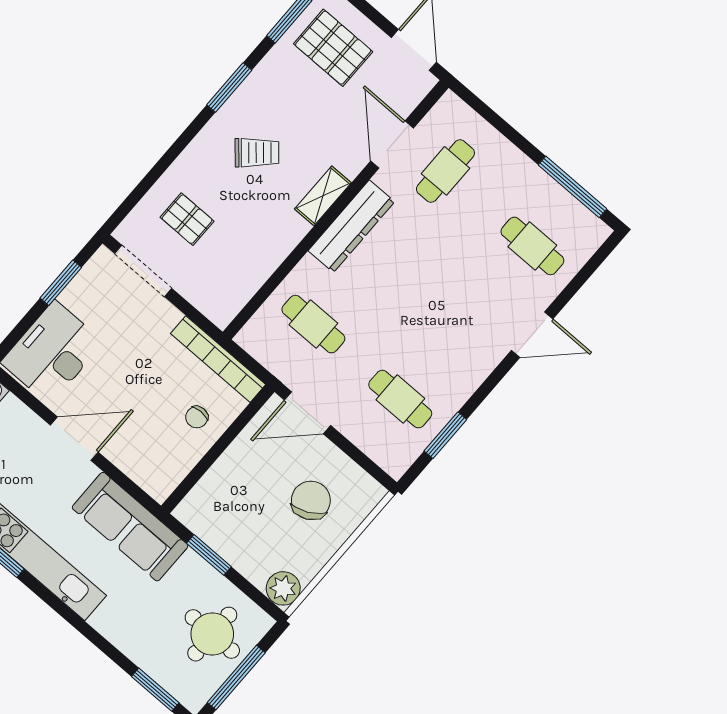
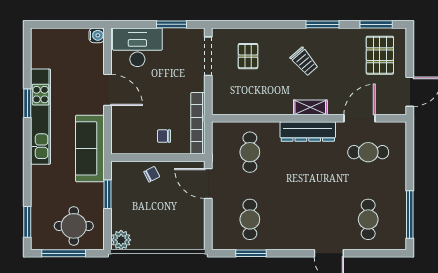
chair: (311, 500) -> (152, 174), moved, width x0.54, depth x0.54

